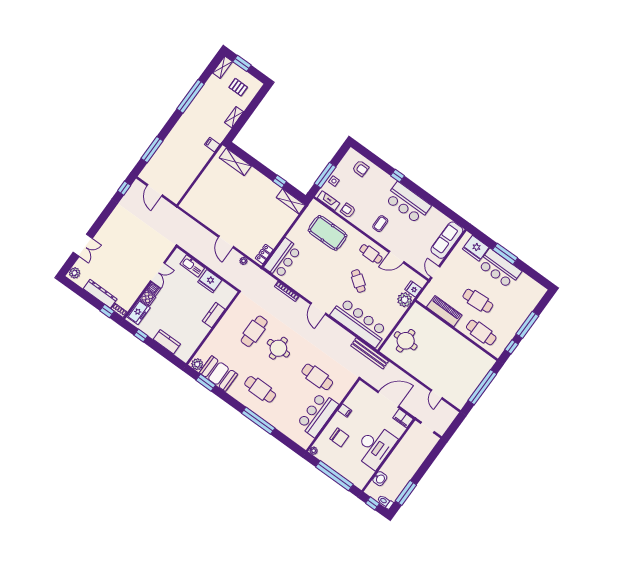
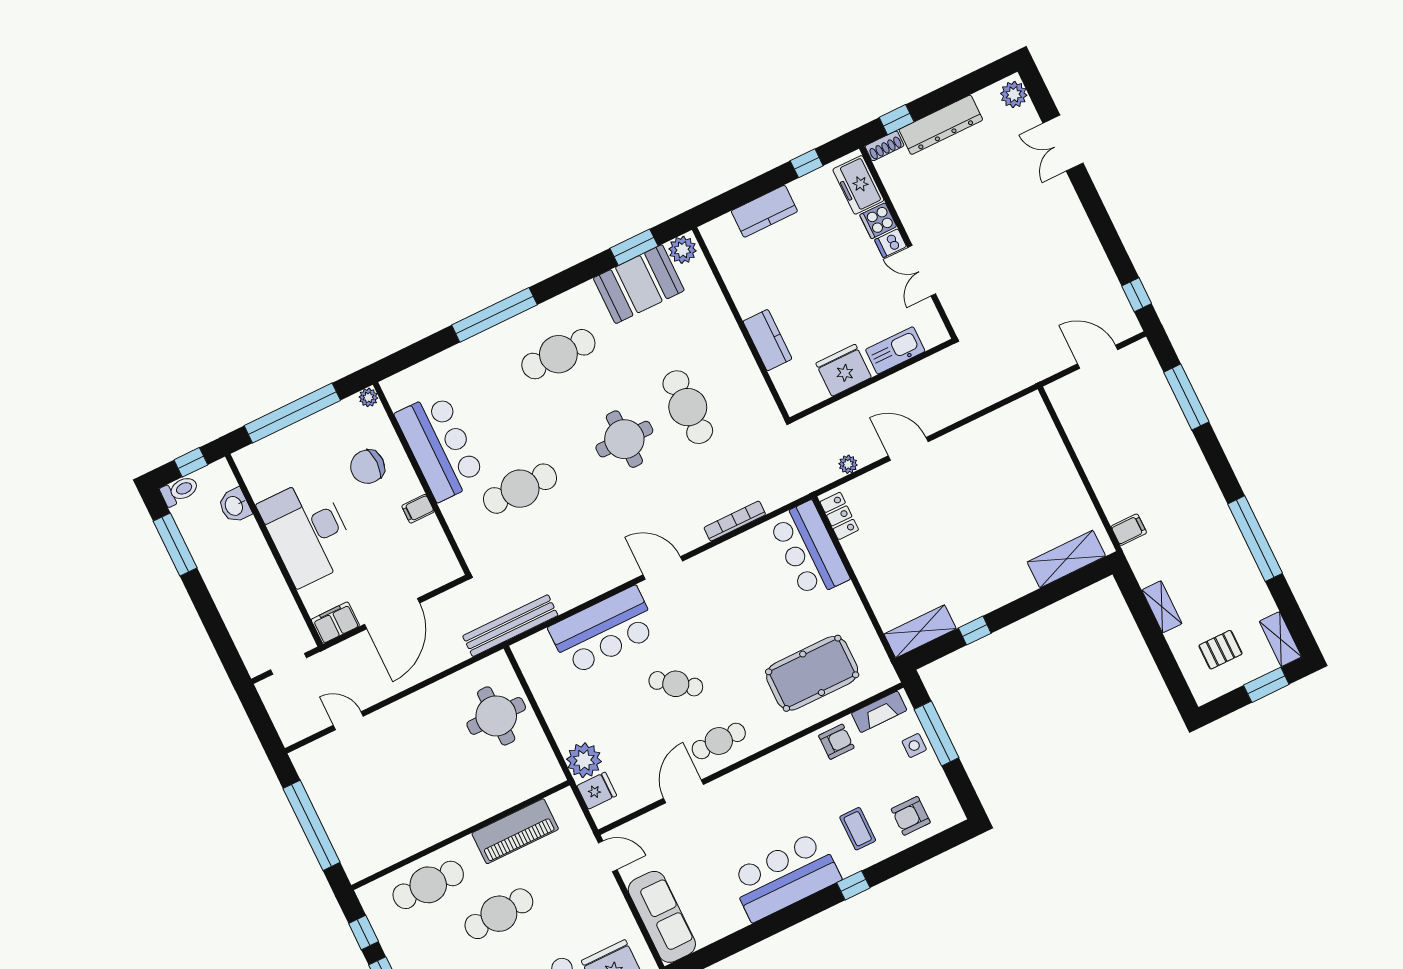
coffee table: (380, 224) -> (858, 829), moved
bar counter: (359, 323) -> (603, 631), width x0.73

